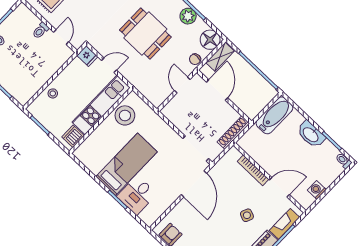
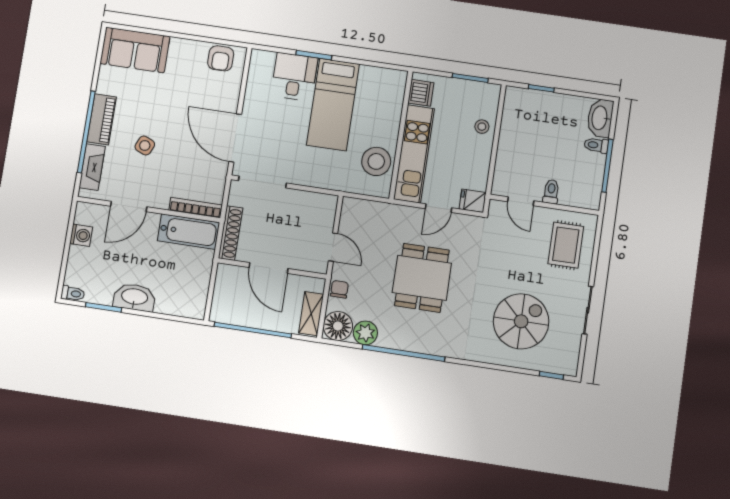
plant: (188, 16) -> (365, 333), moved
dining table: (145, 34) -> (422, 278), turned 90
door: (217, 90) -> (268, 268), moved
bathtub: (274, 115) -> (188, 232), moved, turned -90
bookcase: (253, 170) -> (196, 208), moved

